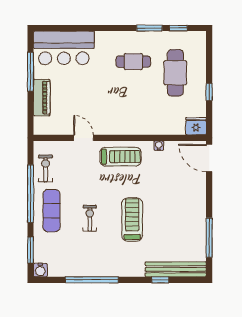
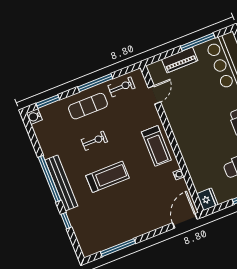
door: (83, 138) -> (154, 95), moved
window: (31, 194) -> (95, 83), width x0.68
bench: (176, 269) -> (61, 183), moved
window: (92, 280) -> (49, 179), moved

